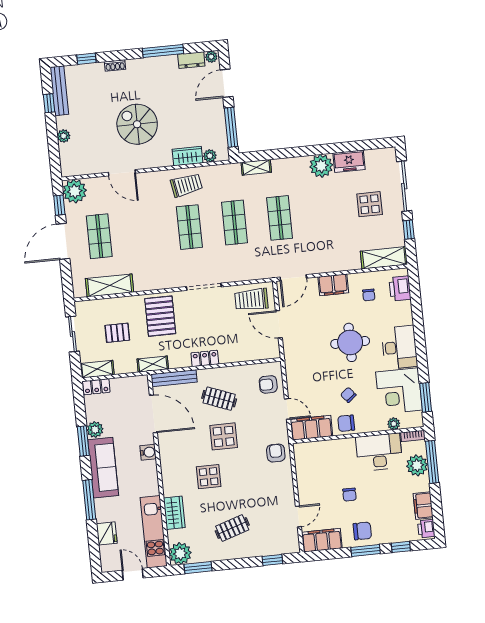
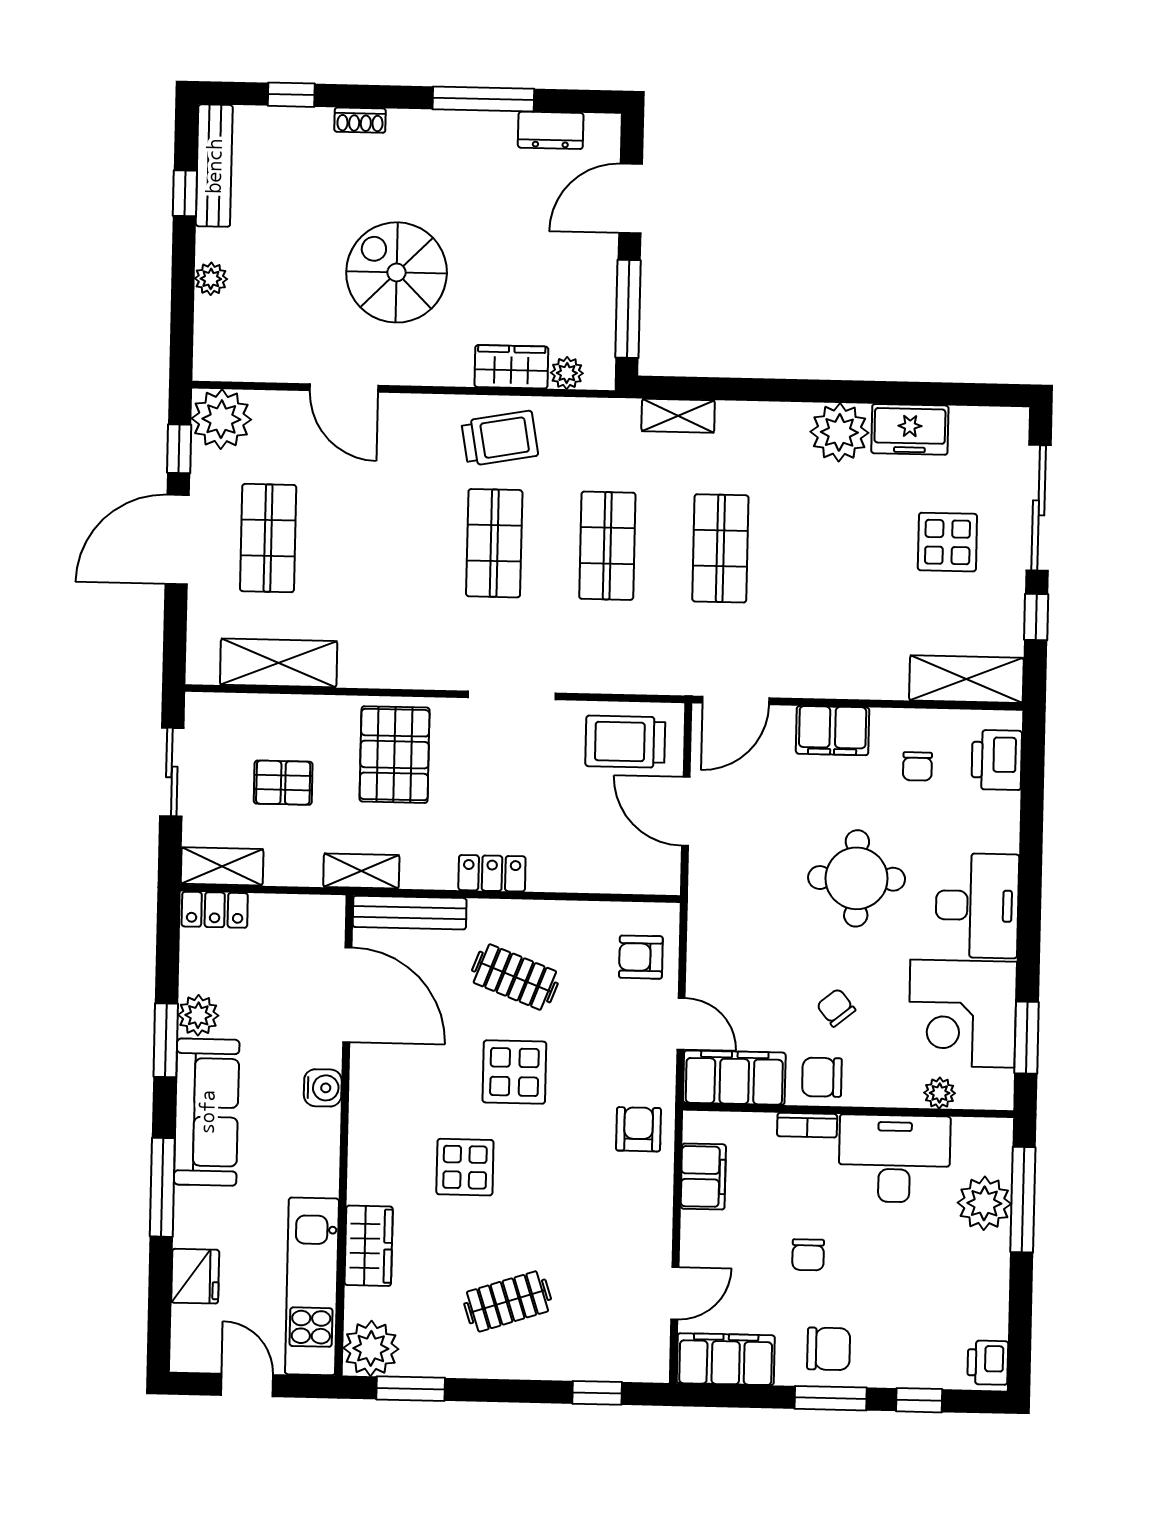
plant: (211, 57) -> (601, 128), removed
bookcase: (413, 436) -> (807, 1125), moved
filing cabinet: (423, 506) -> (703, 1177), moved, turned 180

